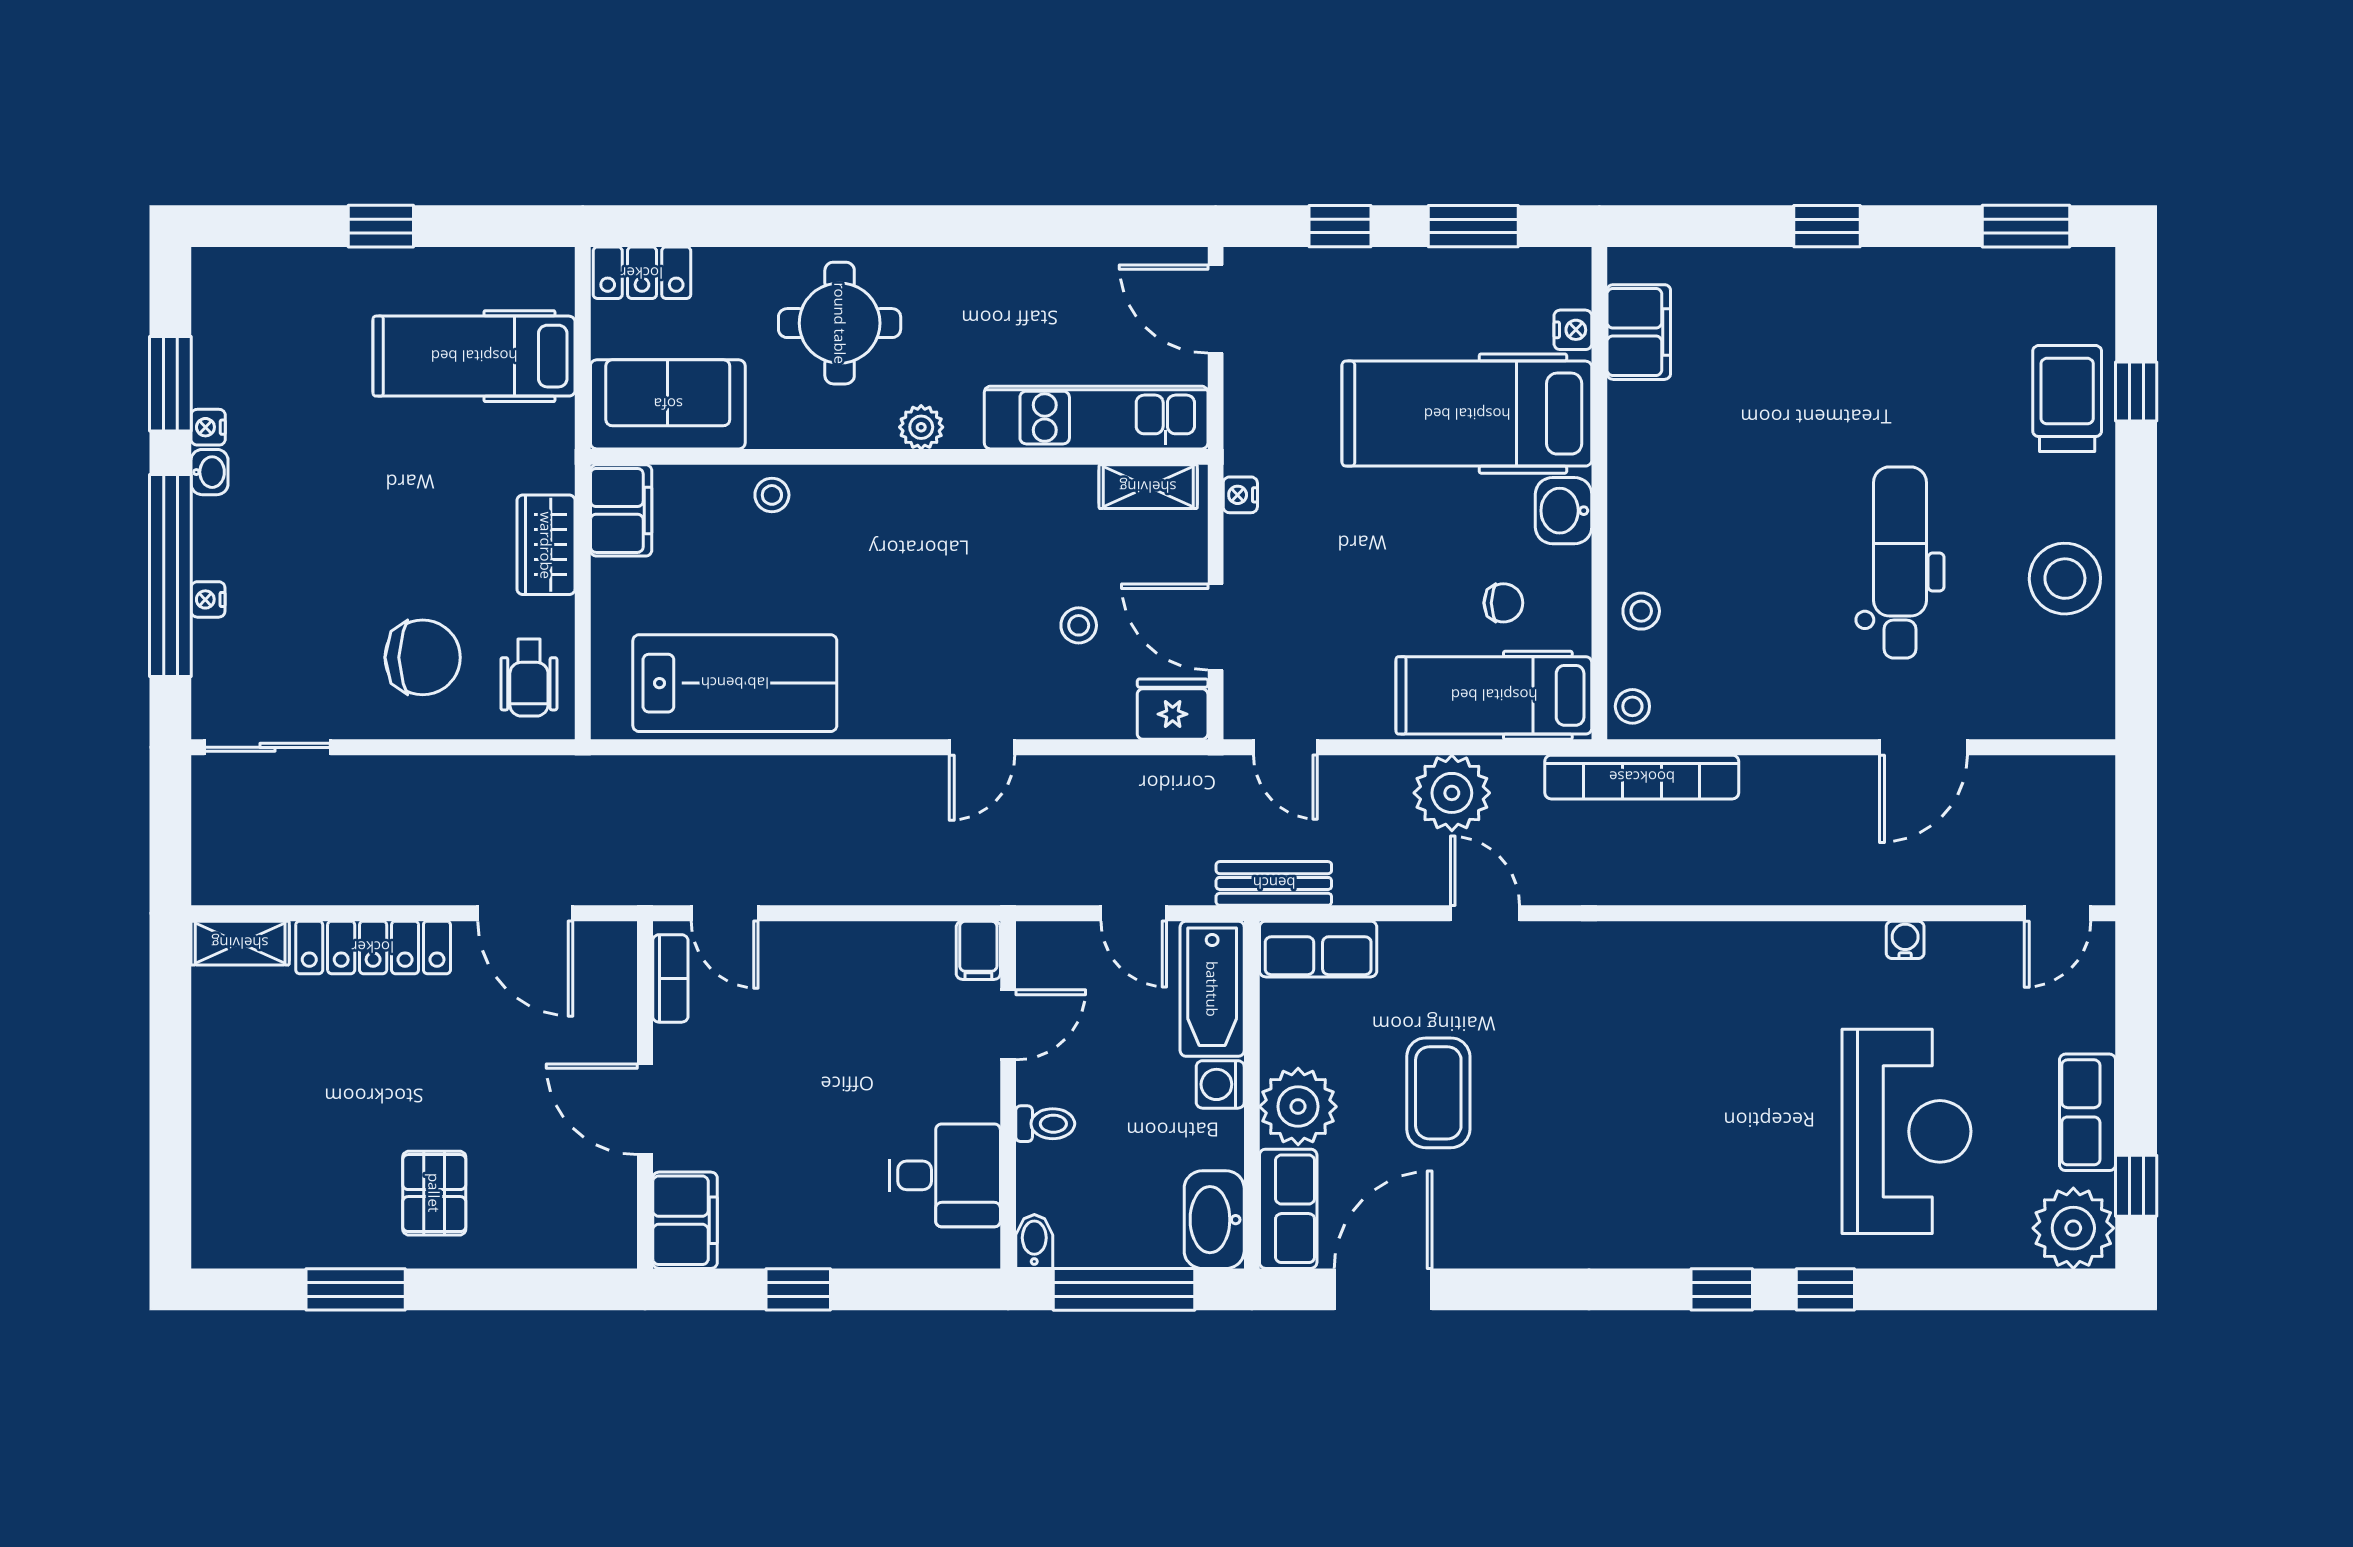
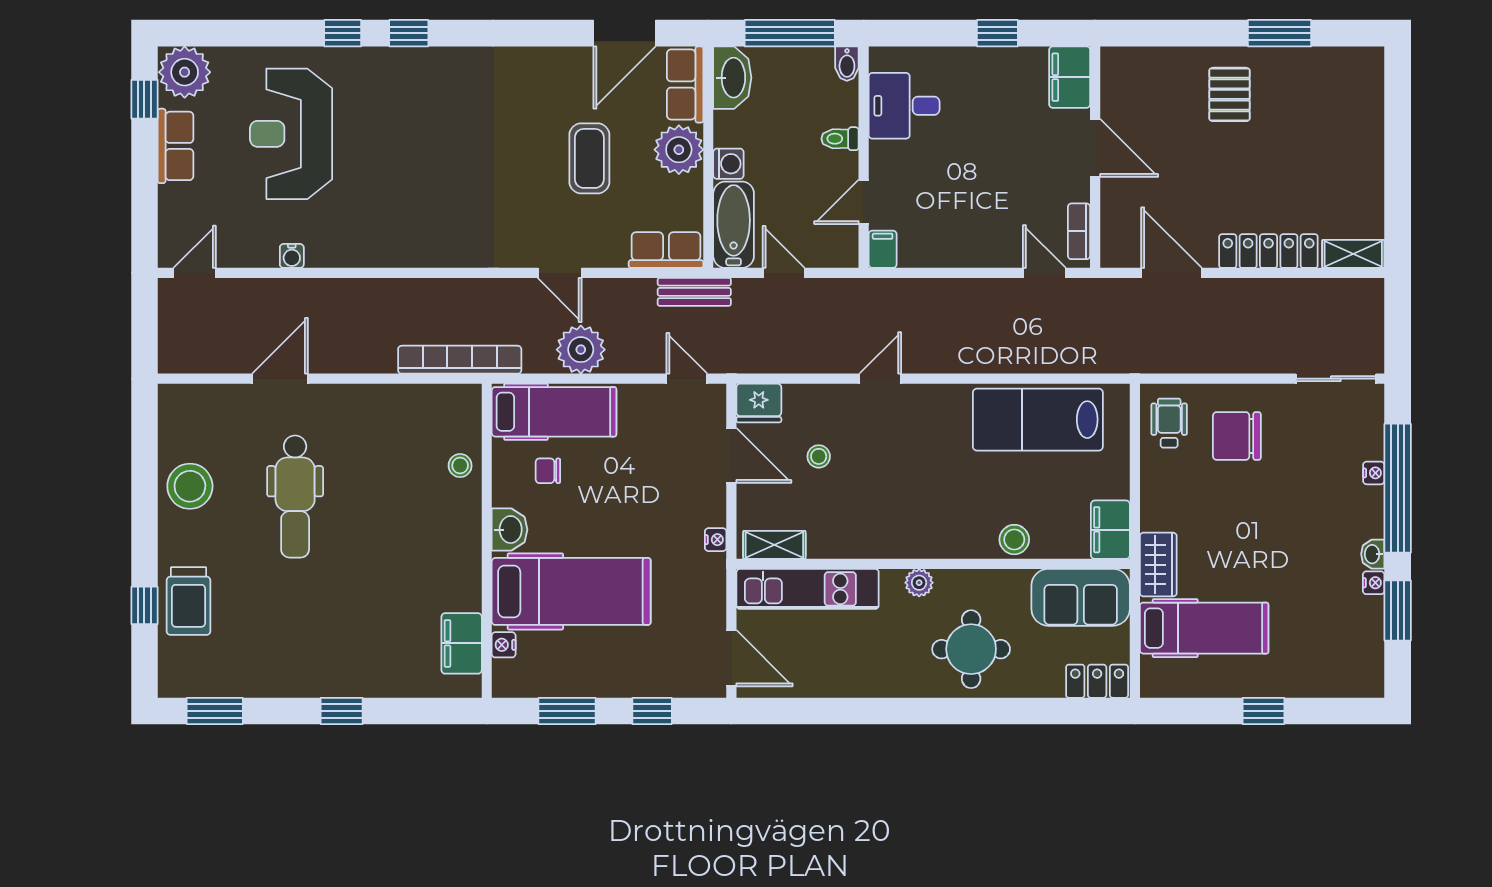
stool: (772, 495) -> (1014, 540), width x1.37, depth x1.37
wardrobe: (546, 545) -> (1158, 565), moved
stool: (1632, 706) -> (466, 405), removed

